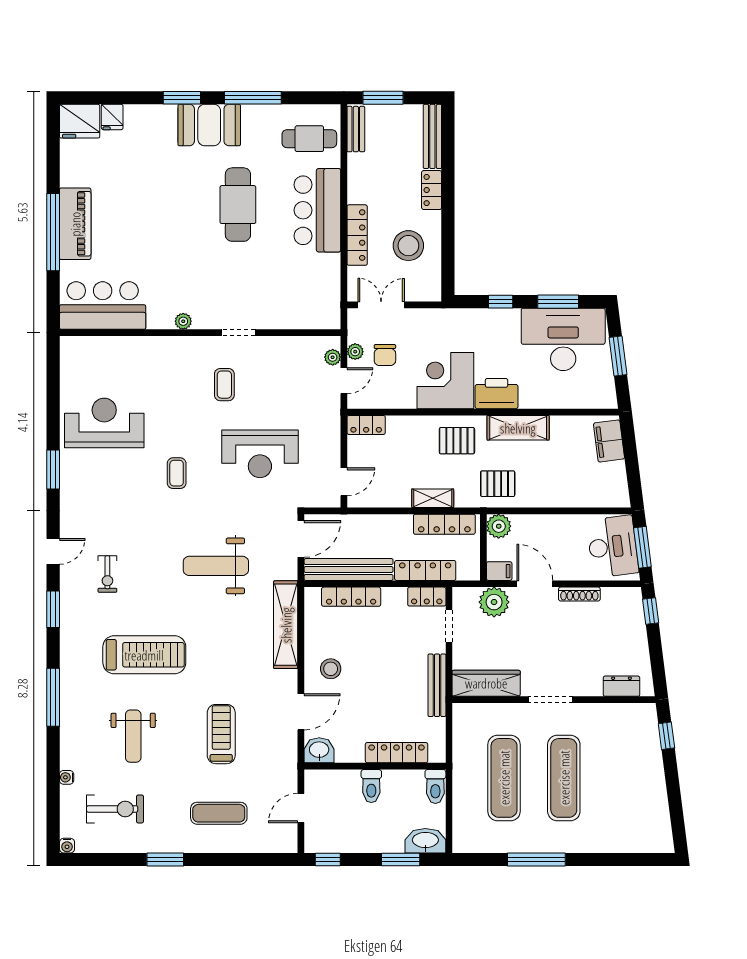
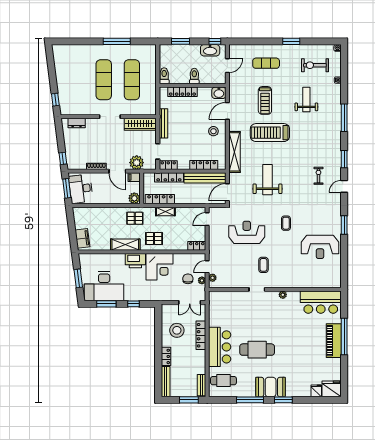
cafe table: (238, 205) -> (257, 350), turned 90
weight bench: (216, 566) -> (267, 180), turned -90
treadmill: (144, 655) -> (270, 133), moved
washbasin: (425, 841) -> (210, 50), moved

